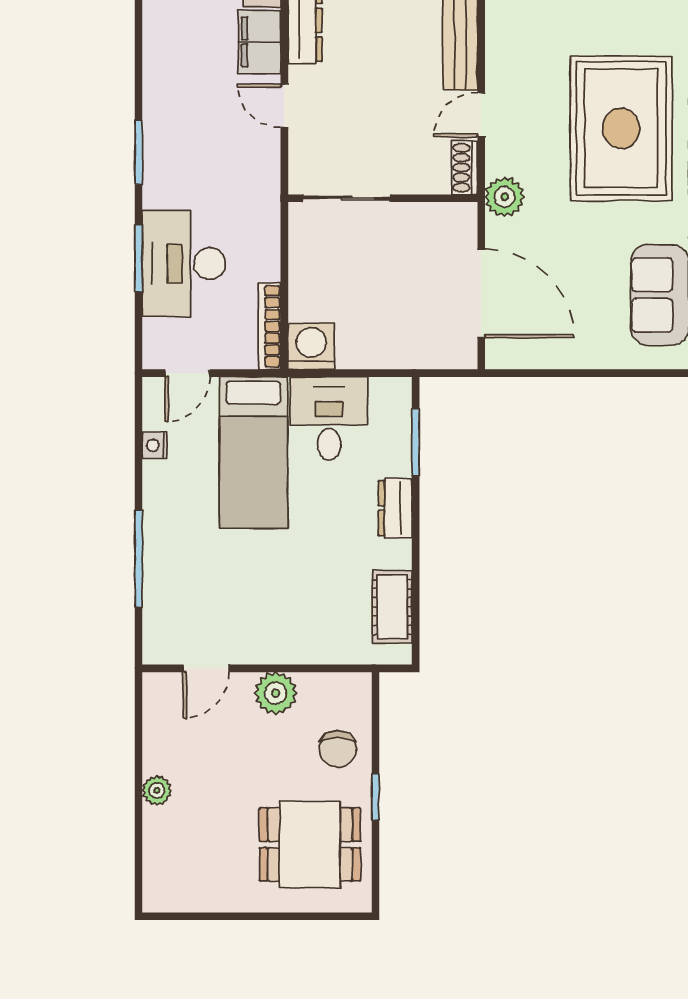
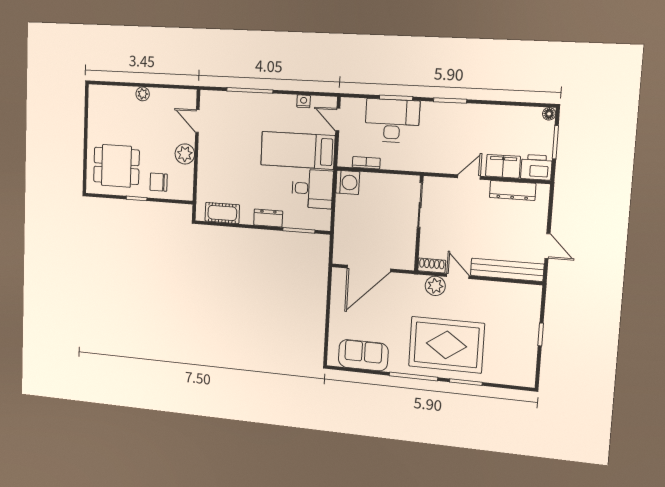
plant: (505, 197) -> (435, 286), moved
bookcase: (270, 326) -> (366, 163), width x0.64
dining table: (310, 844) -> (116, 166), turned 90

